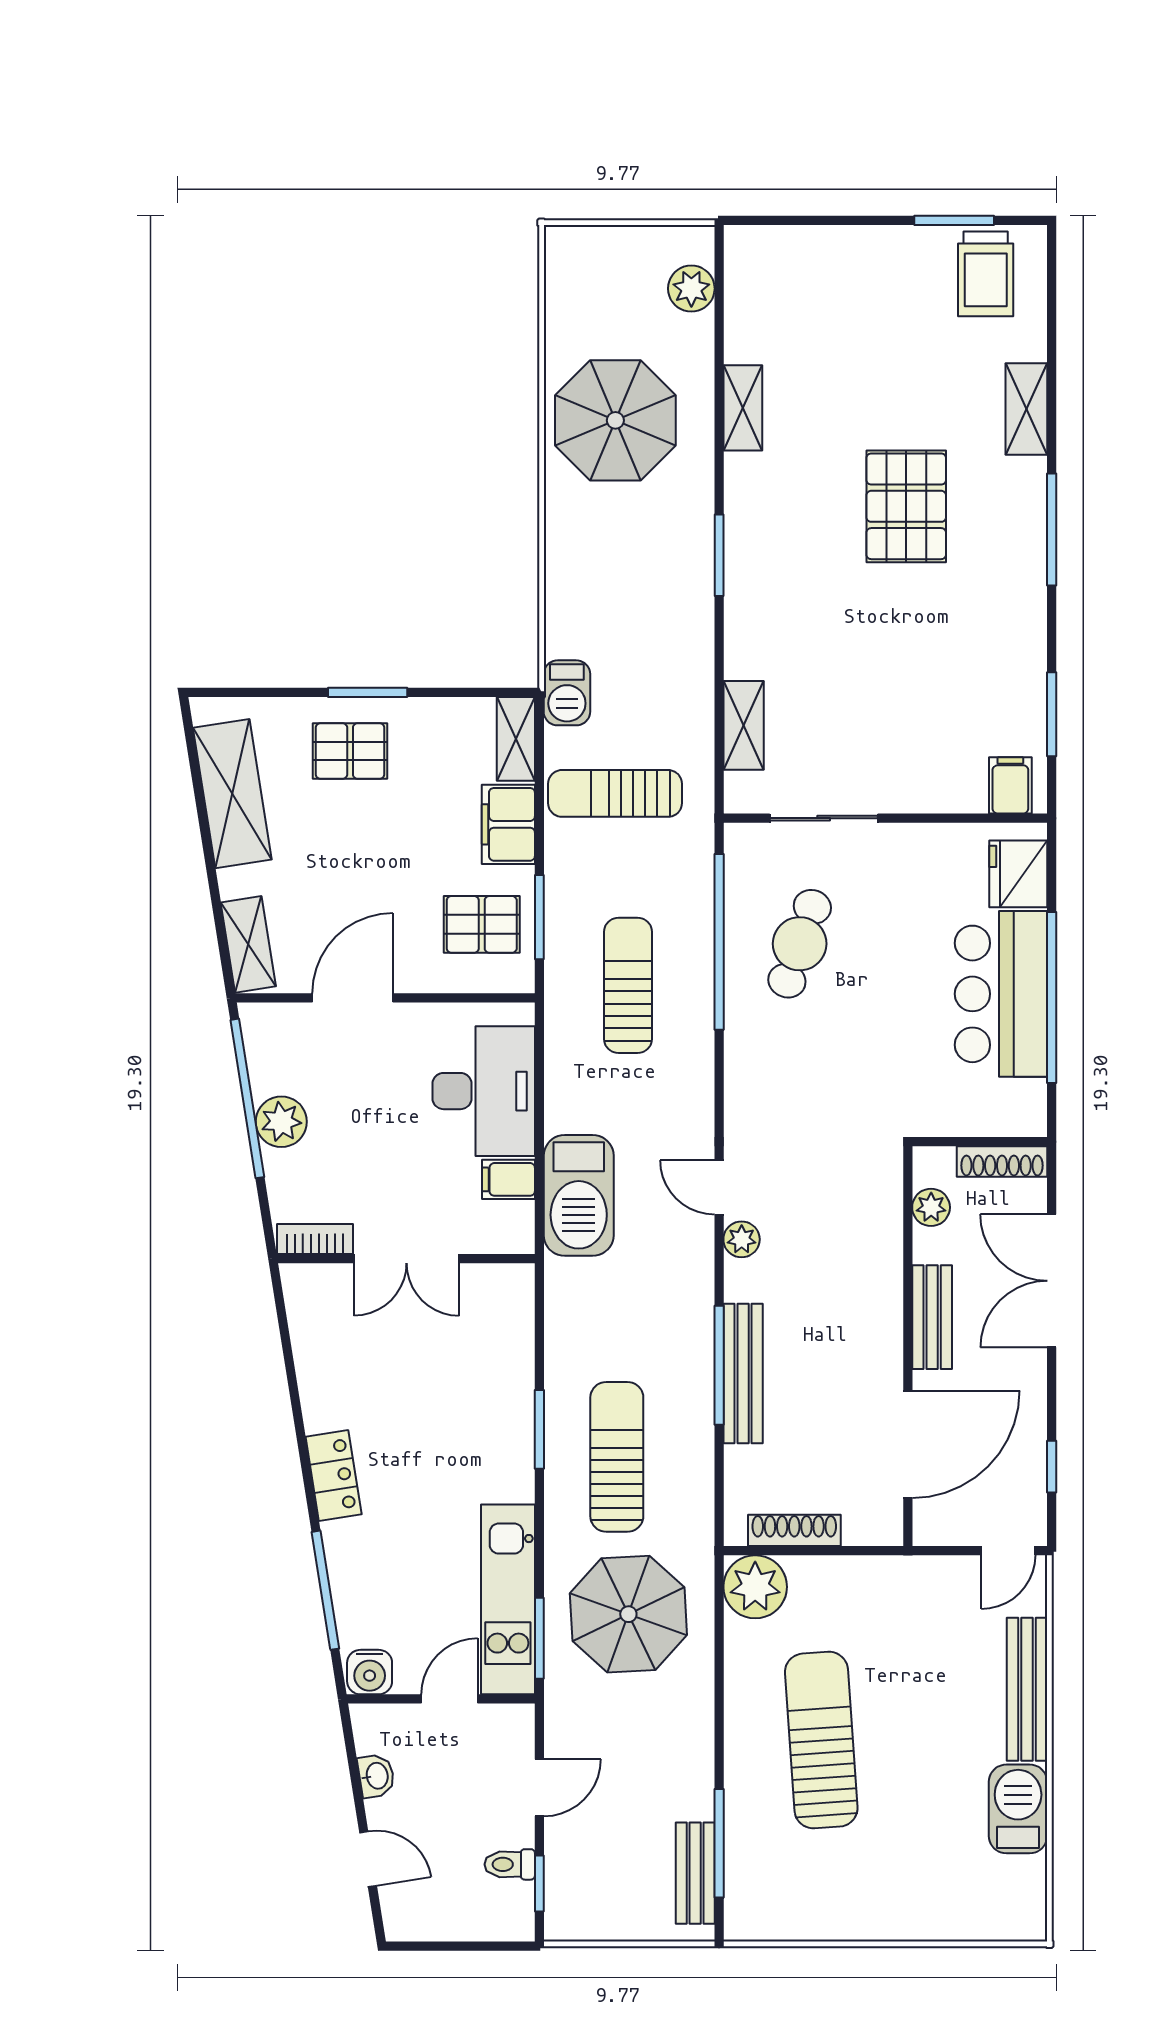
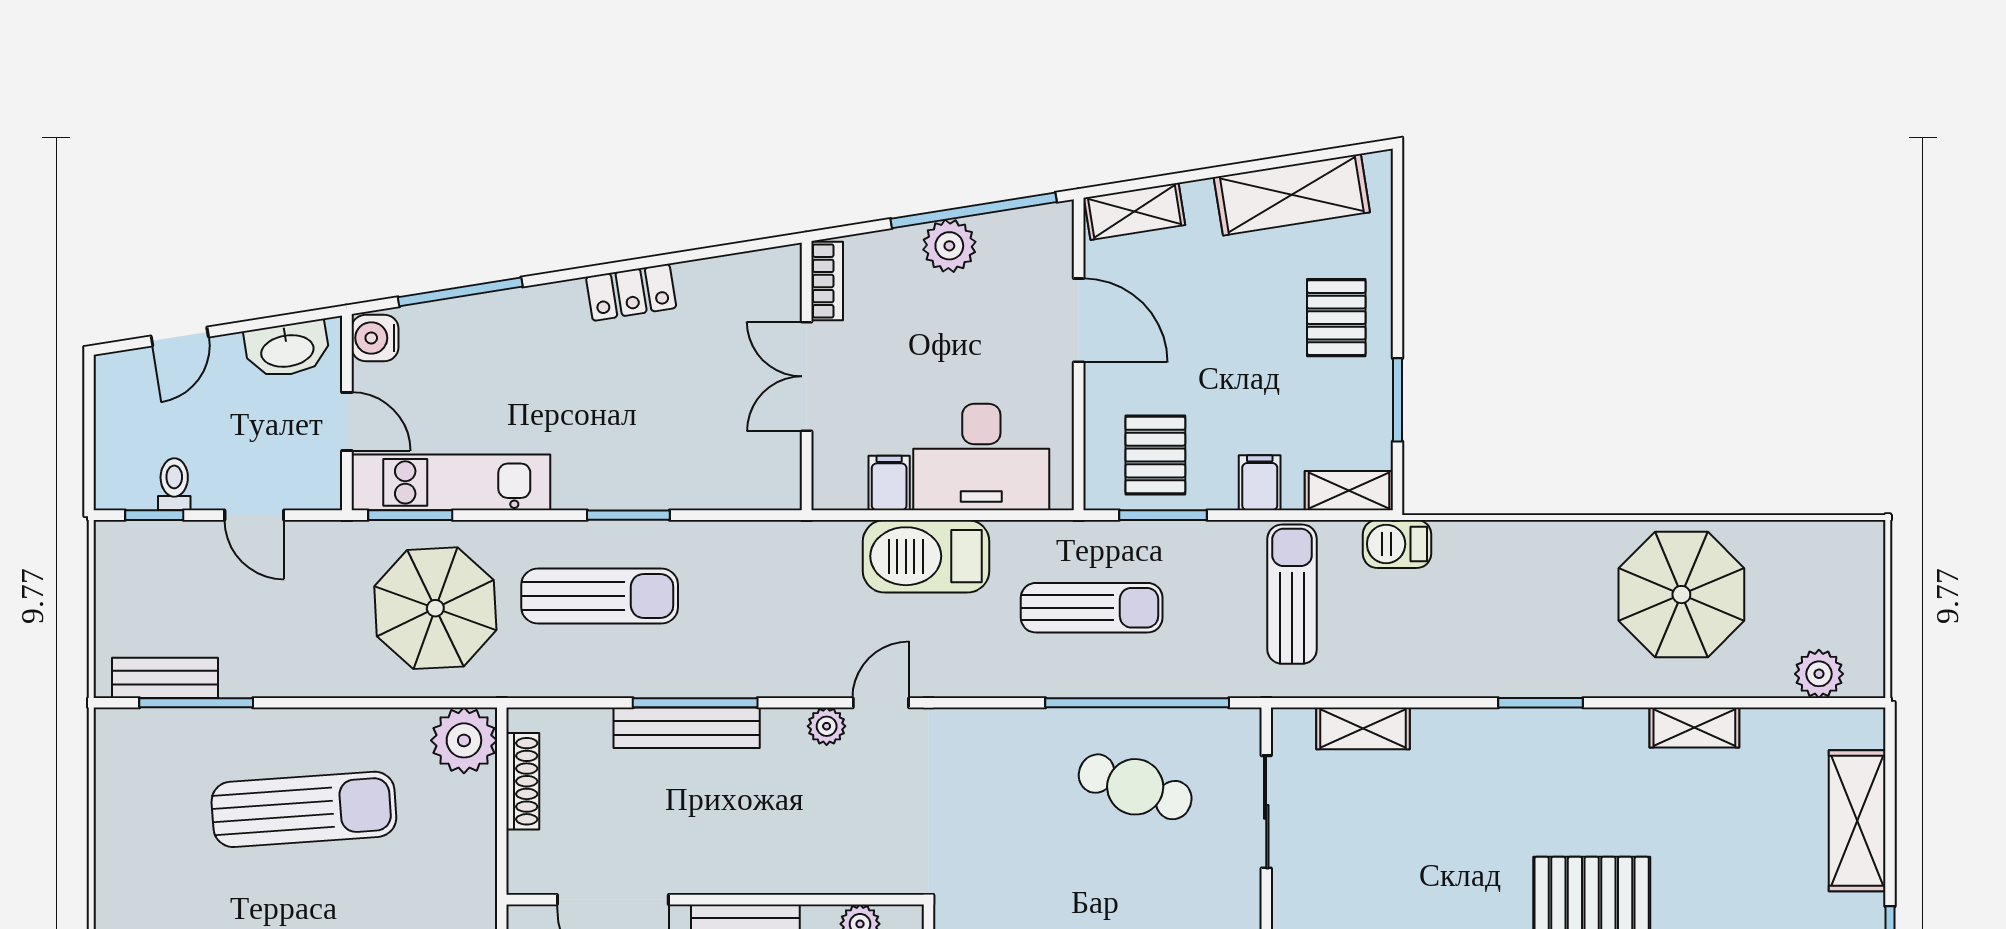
shelving: (832, 252) -> (1857, 821), added
window: (368, 692) -> (1398, 400), moved
filing cabinet: (508, 824) -> (1260, 483), width x0.50
barbecue: (579, 1195) -> (926, 556), moved
locker: (334, 1475) -> (631, 292), moved
washbasin: (376, 1776) -> (287, 349), width x1.91, depth x1.45

